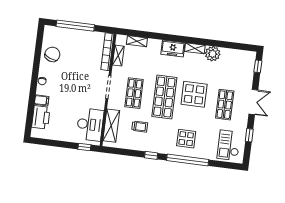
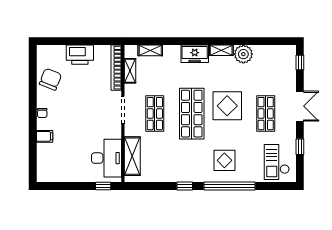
window: (75, 26) -> (74, 41), removed
printer: (41, 117) -> (80, 55), moved, turned 90
trolley: (140, 127) -> (167, 153), removed

